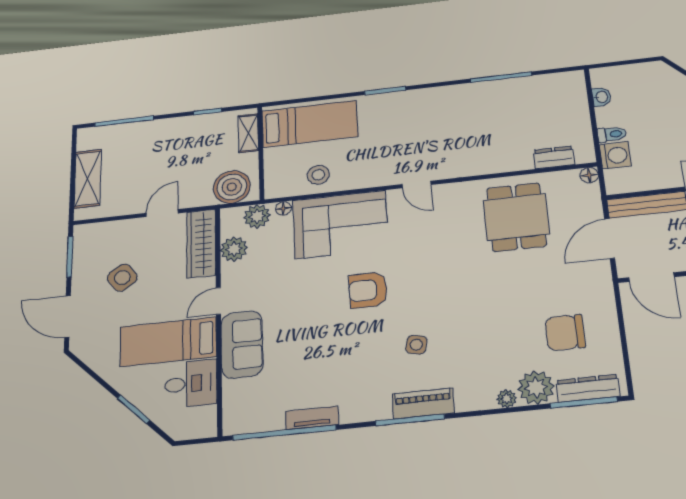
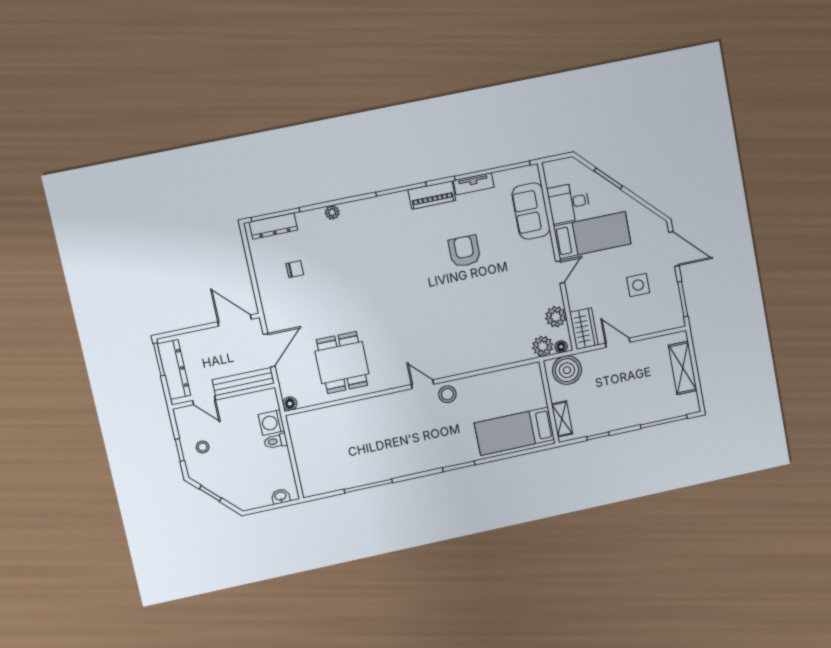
washbasin: (601, 97) -> (281, 496), moved, turned 90
dresser: (554, 157) -> (319, 417), removed
stool: (318, 175) -> (447, 394), moved
floor lamp: (283, 208) -> (561, 347), moved
door: (162, 213) -> (618, 343), swing flipped
corner sofa: (340, 224) -> (477, 345), removed
wardrobe: (201, 243) -> (584, 329), width x0.67
side table: (122, 278) -> (638, 285), turned 35
armchair: (368, 290) -> (464, 251), moved, turned -90
chair: (565, 333) -> (295, 269), width x0.54, depth x0.54
sofa: (242, 344) -> (531, 211), moved
side table: (416, 345) -> (404, 249), removed
plant: (536, 388) -> (312, 223), removed
piano: (423, 403) -> (432, 195), moved

